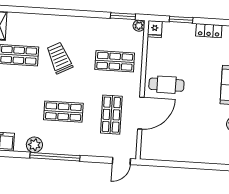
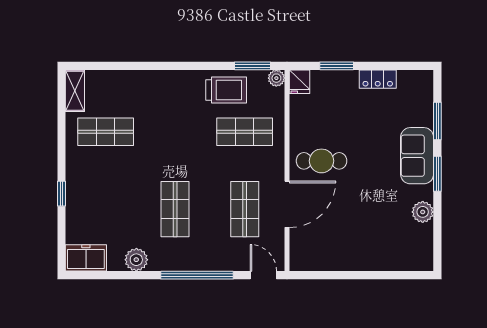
trolley: (59, 58) -> (226, 90), moved, turned 117
shop shelf: (63, 112) -> (175, 209), turned 90
window: (55, 157) -> (197, 275), moved
door: (121, 161) -> (263, 275), swing flipped

